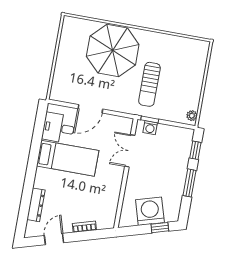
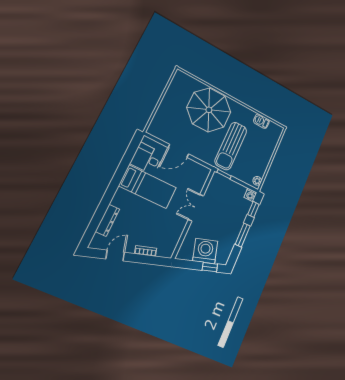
barbecue: (180, 43) -> (261, 121), added
sun lounger: (149, 84) -> (231, 146), width x1.36, depth x1.34
washing machine: (150, 128) -> (250, 195), moved
double door: (130, 151) -> (196, 208), moved

